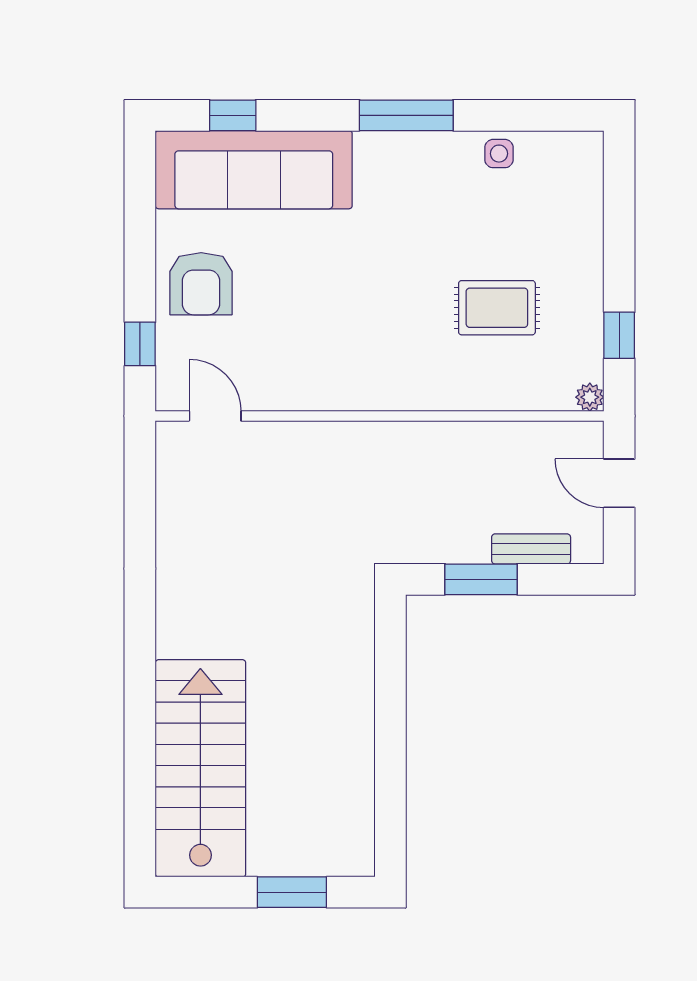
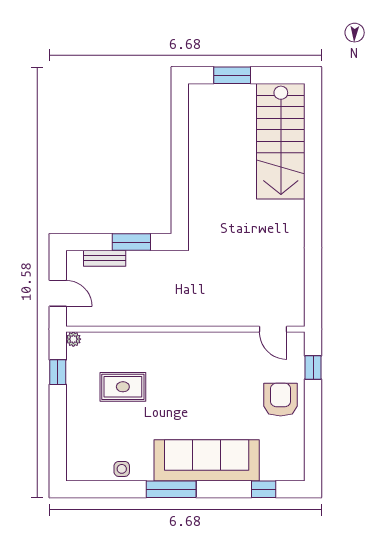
sofa: (254, 170) -> (207, 460), moved

